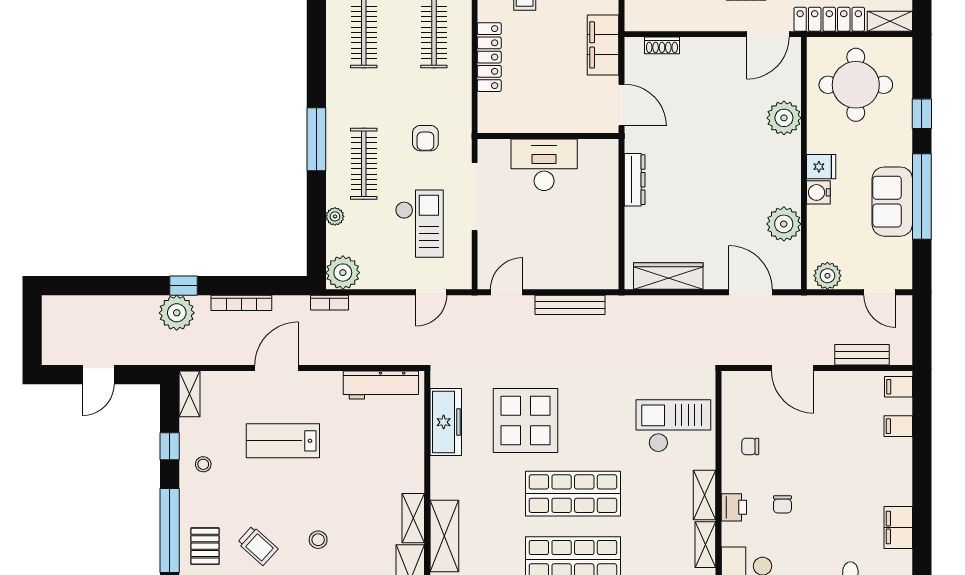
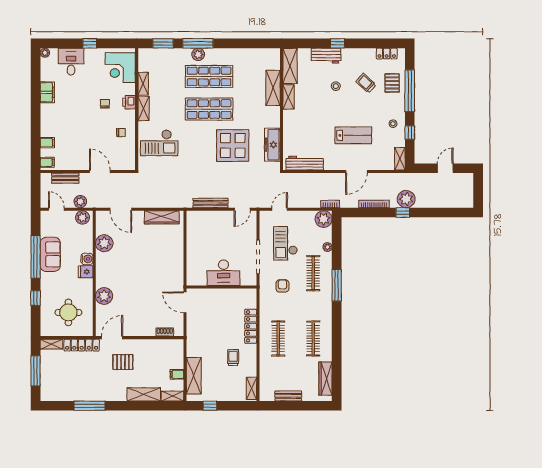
filing cabinet: (603, 45) -> (194, 332), removed
round table: (856, 85) -> (68, 312), width x0.73, depth x0.73
dresser: (635, 180) -> (178, 265), removed
plant: (832, 308) -> (80, 202), added

